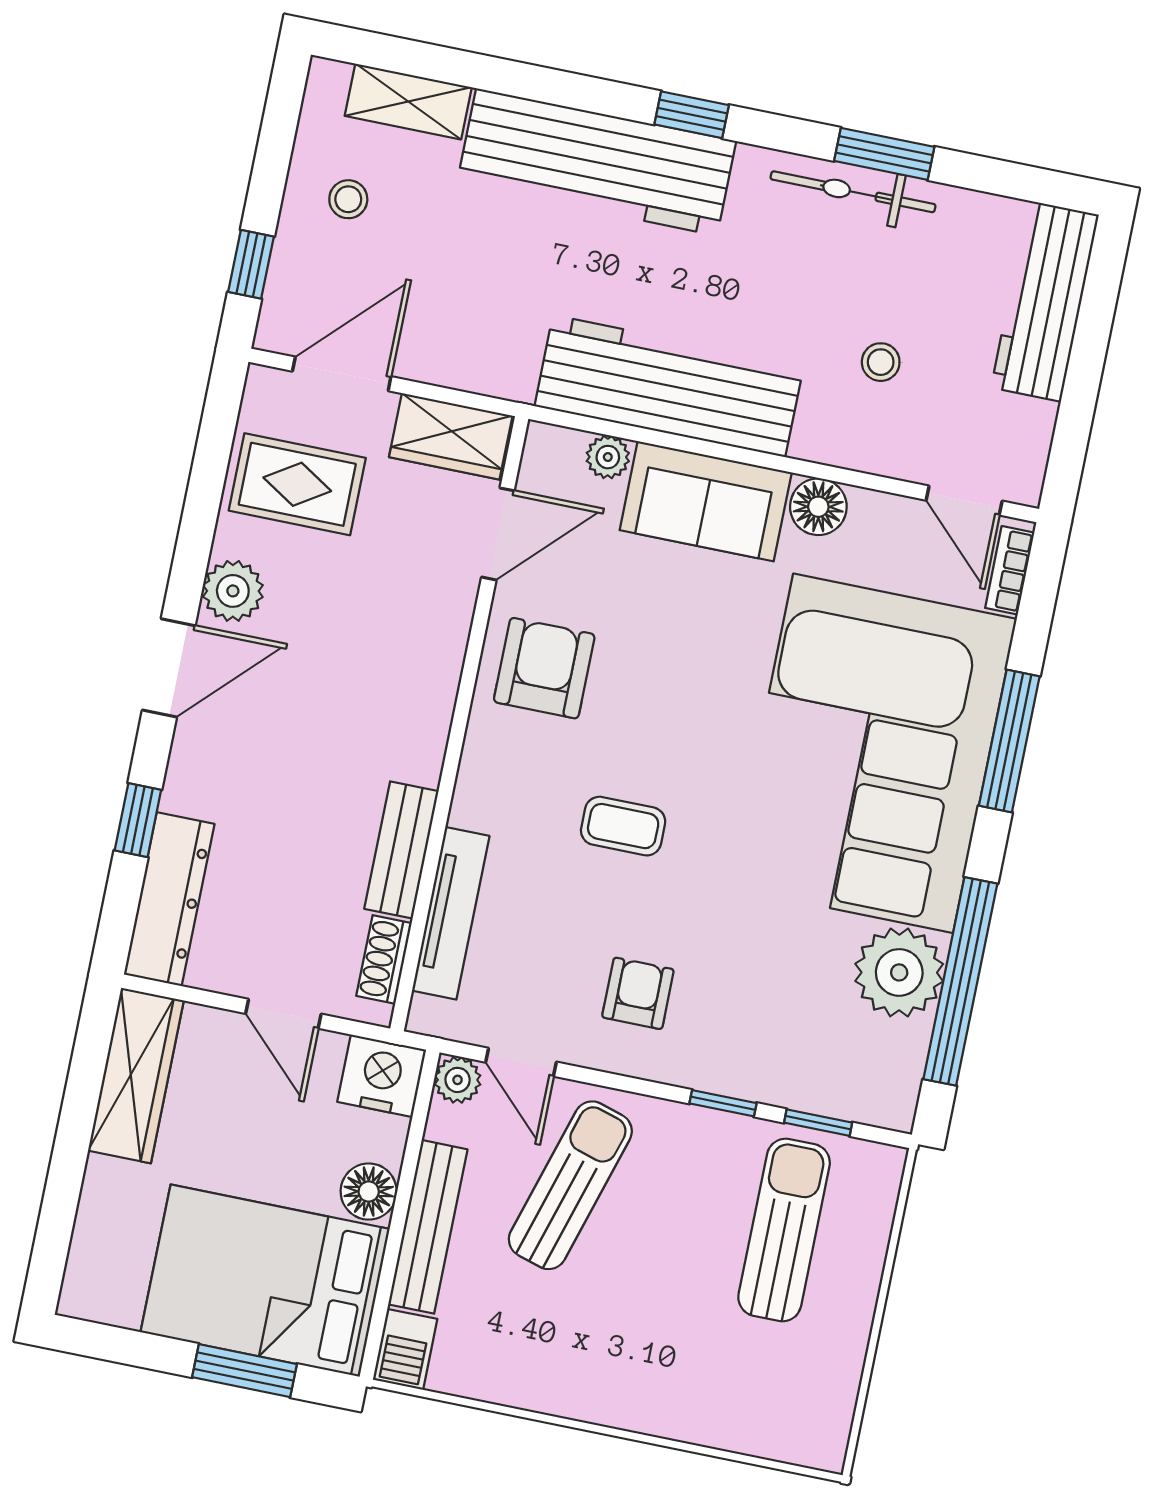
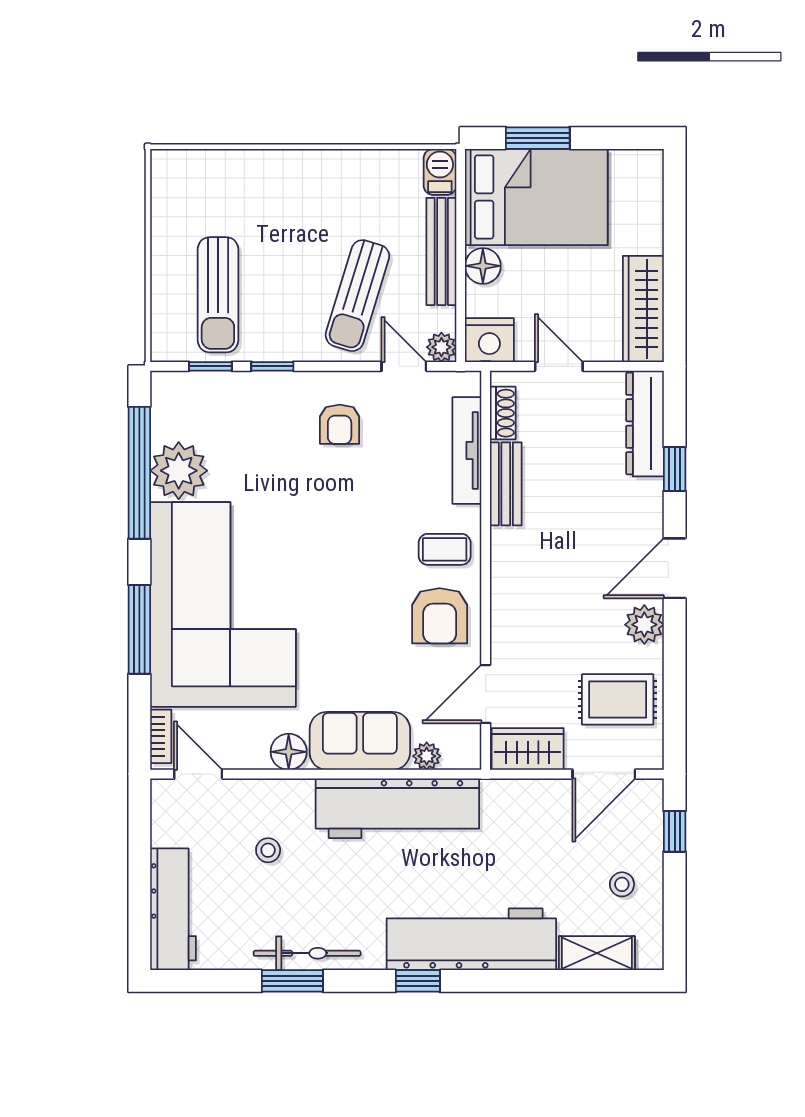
coffee table: (623, 826) -> (445, 549), moved

